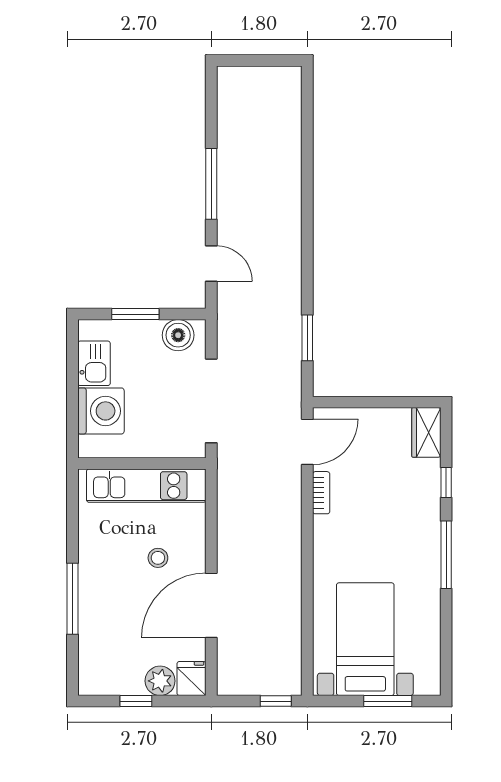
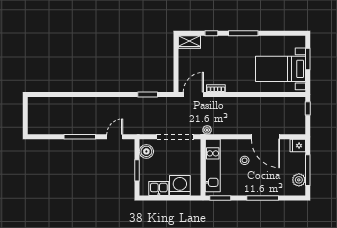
door: (307, 442) -> (193, 94), hinge flipped
plant: (227, 473) -> (207, 130), added
window: (72, 503) -> (220, 198), added
plant: (160, 681) -> (299, 180), moved
window: (136, 701) -> (308, 170), width x2.17

